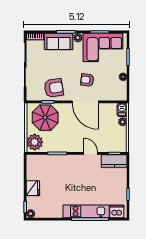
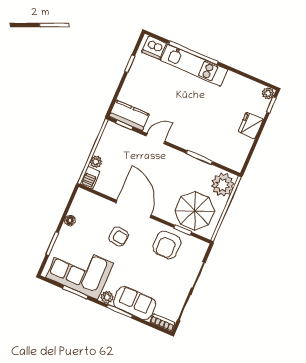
armchair: (54, 88) -> (167, 245), turned -81
door: (91, 153) -> (155, 139), swing flipped

